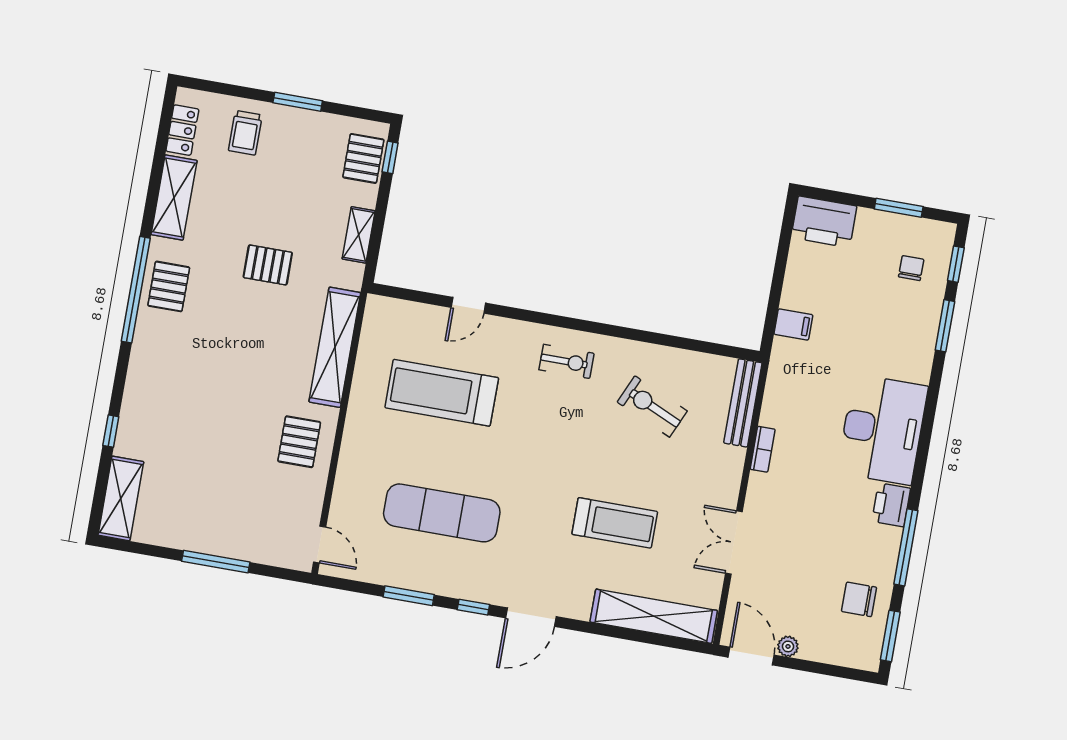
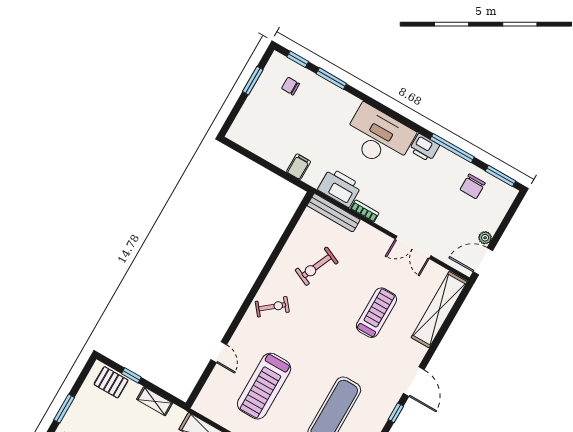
window: (390, 157) -> (131, 375), moved
printer: (824, 222) -> (340, 188), moved, turned -90
exercise bike: (567, 361) -> (272, 307), turned 51

